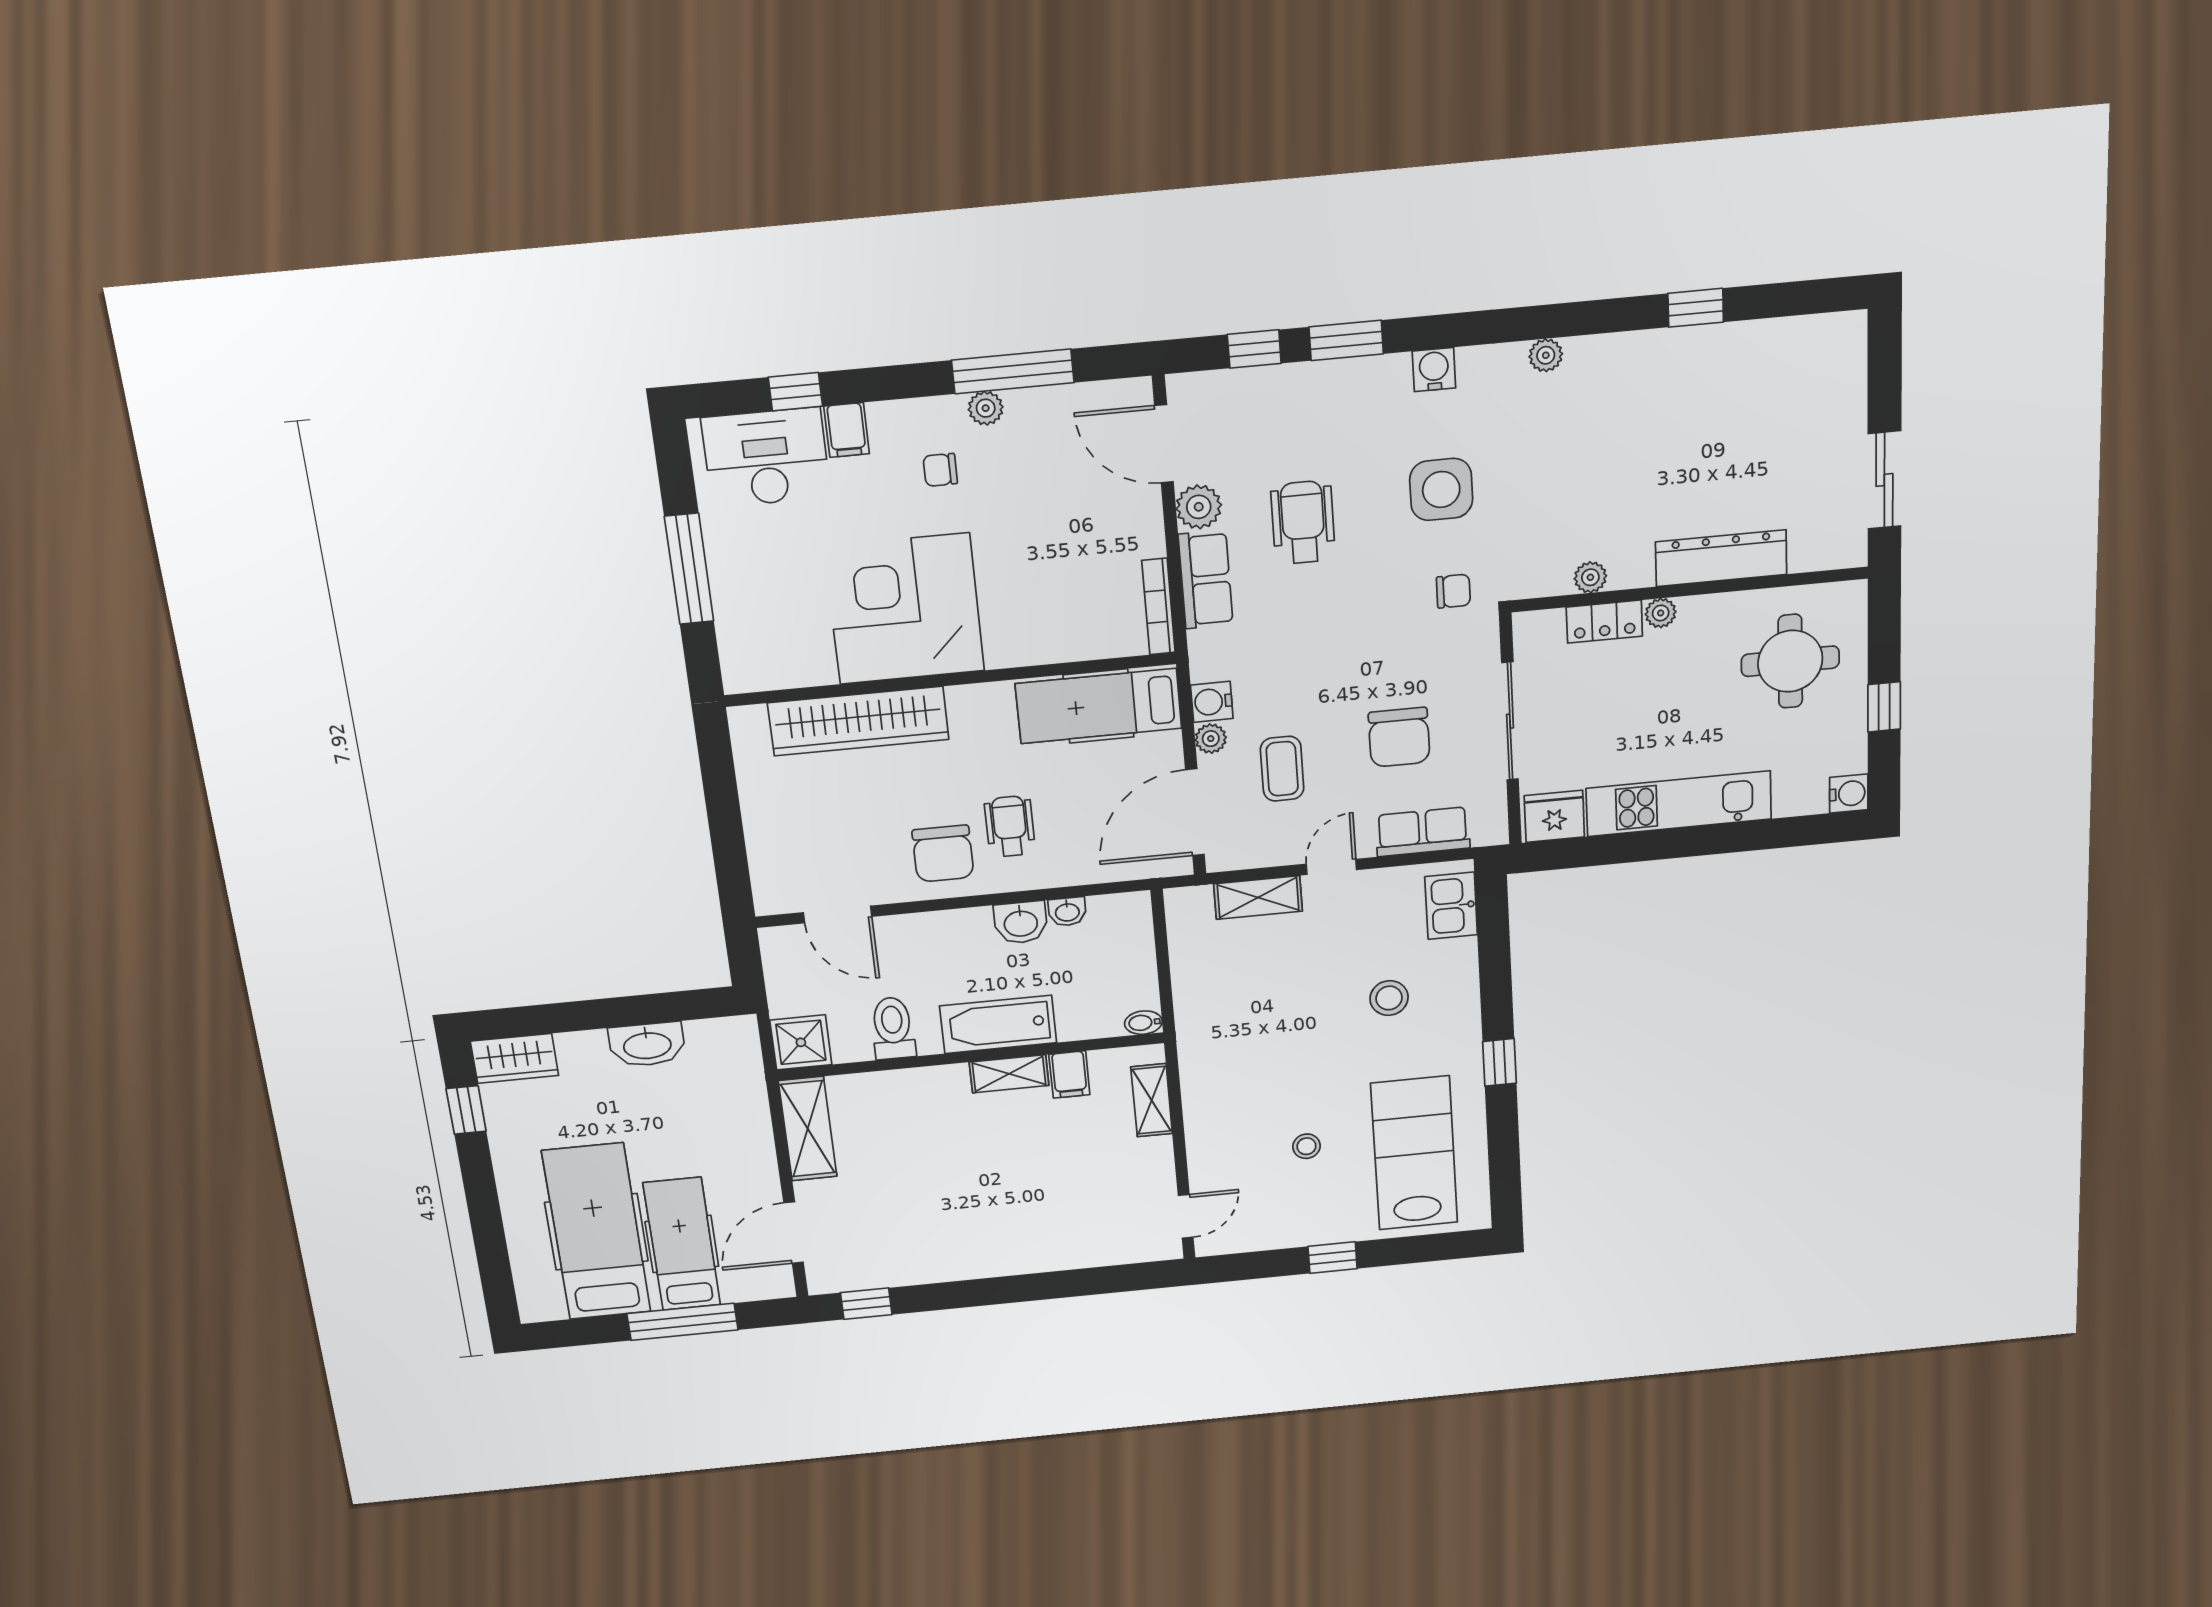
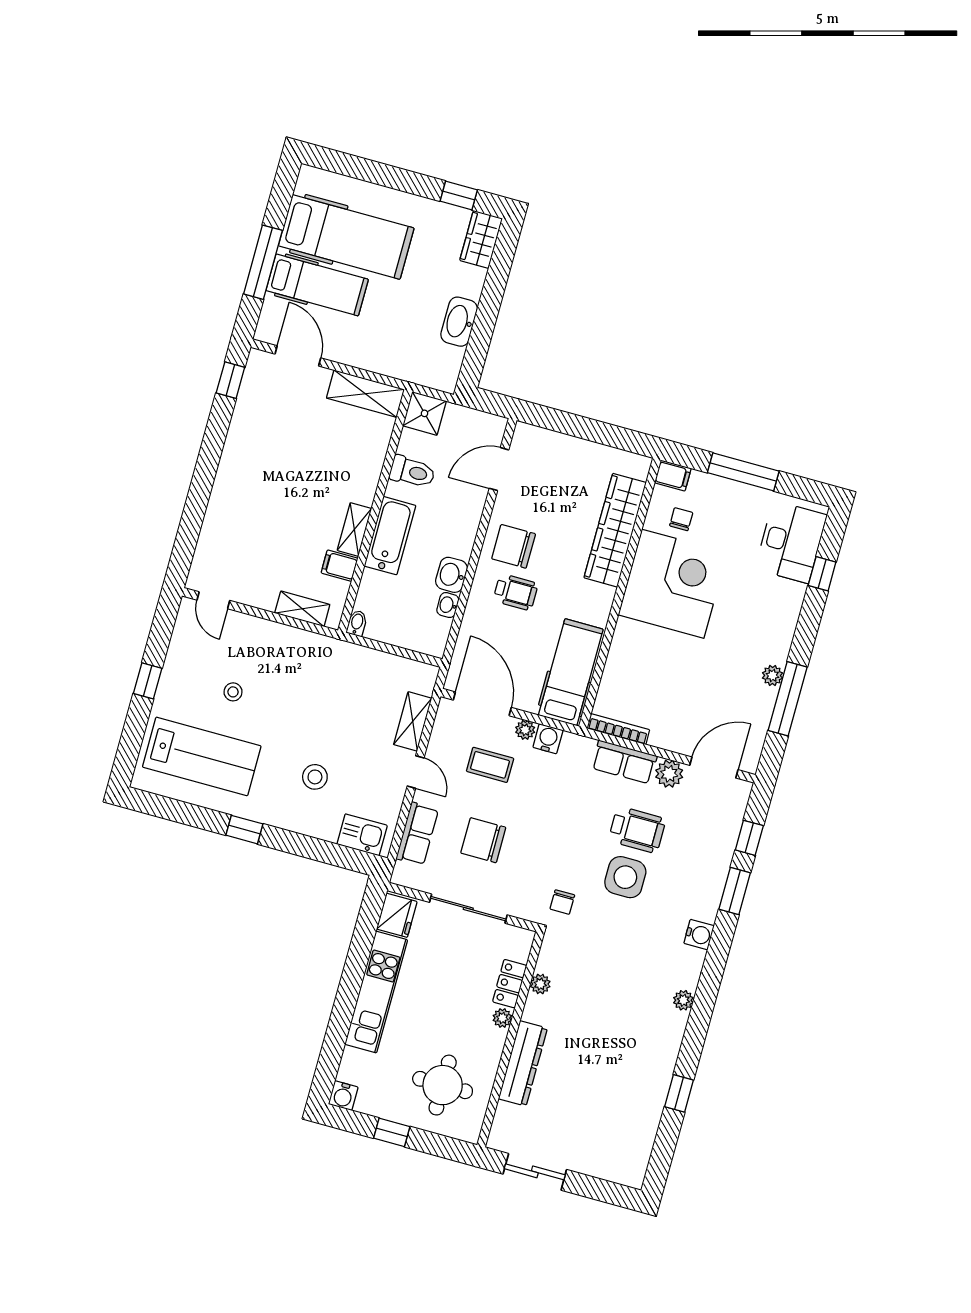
filing cabinet: (847, 430) -> (673, 476), moved, turned 180
chair: (940, 470) -> (681, 519), moved
side table: (1441, 489) -> (625, 877), moved

